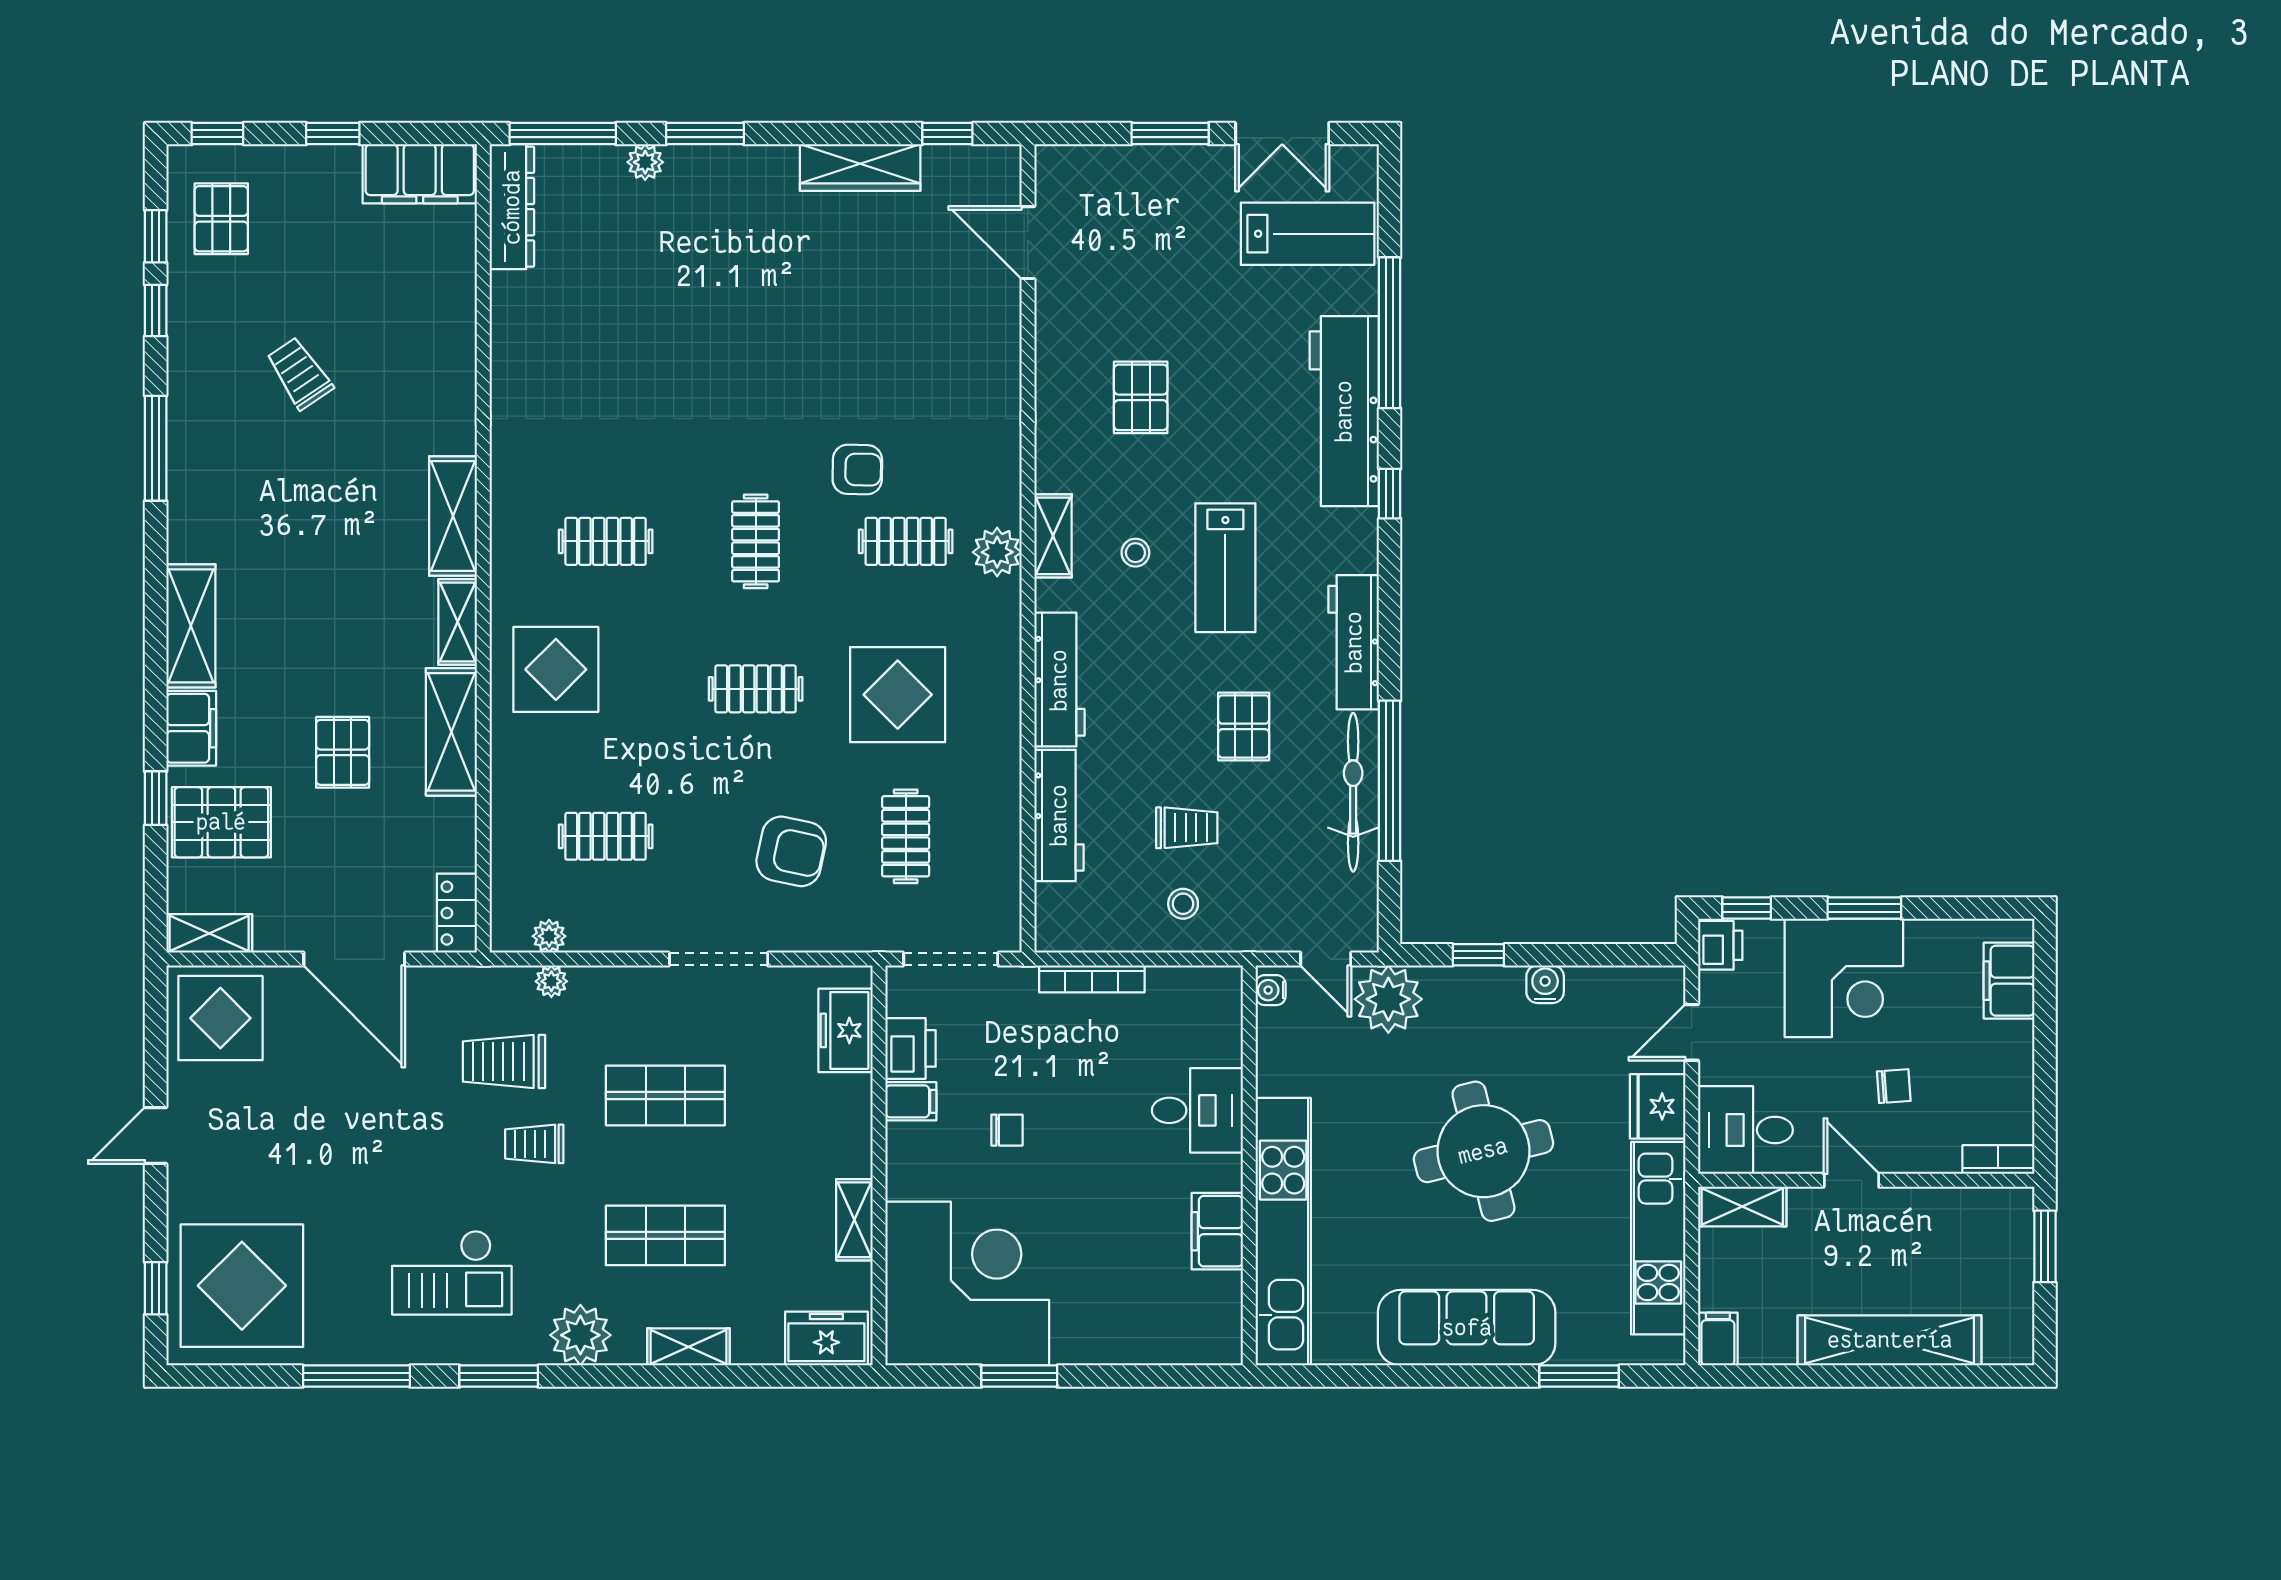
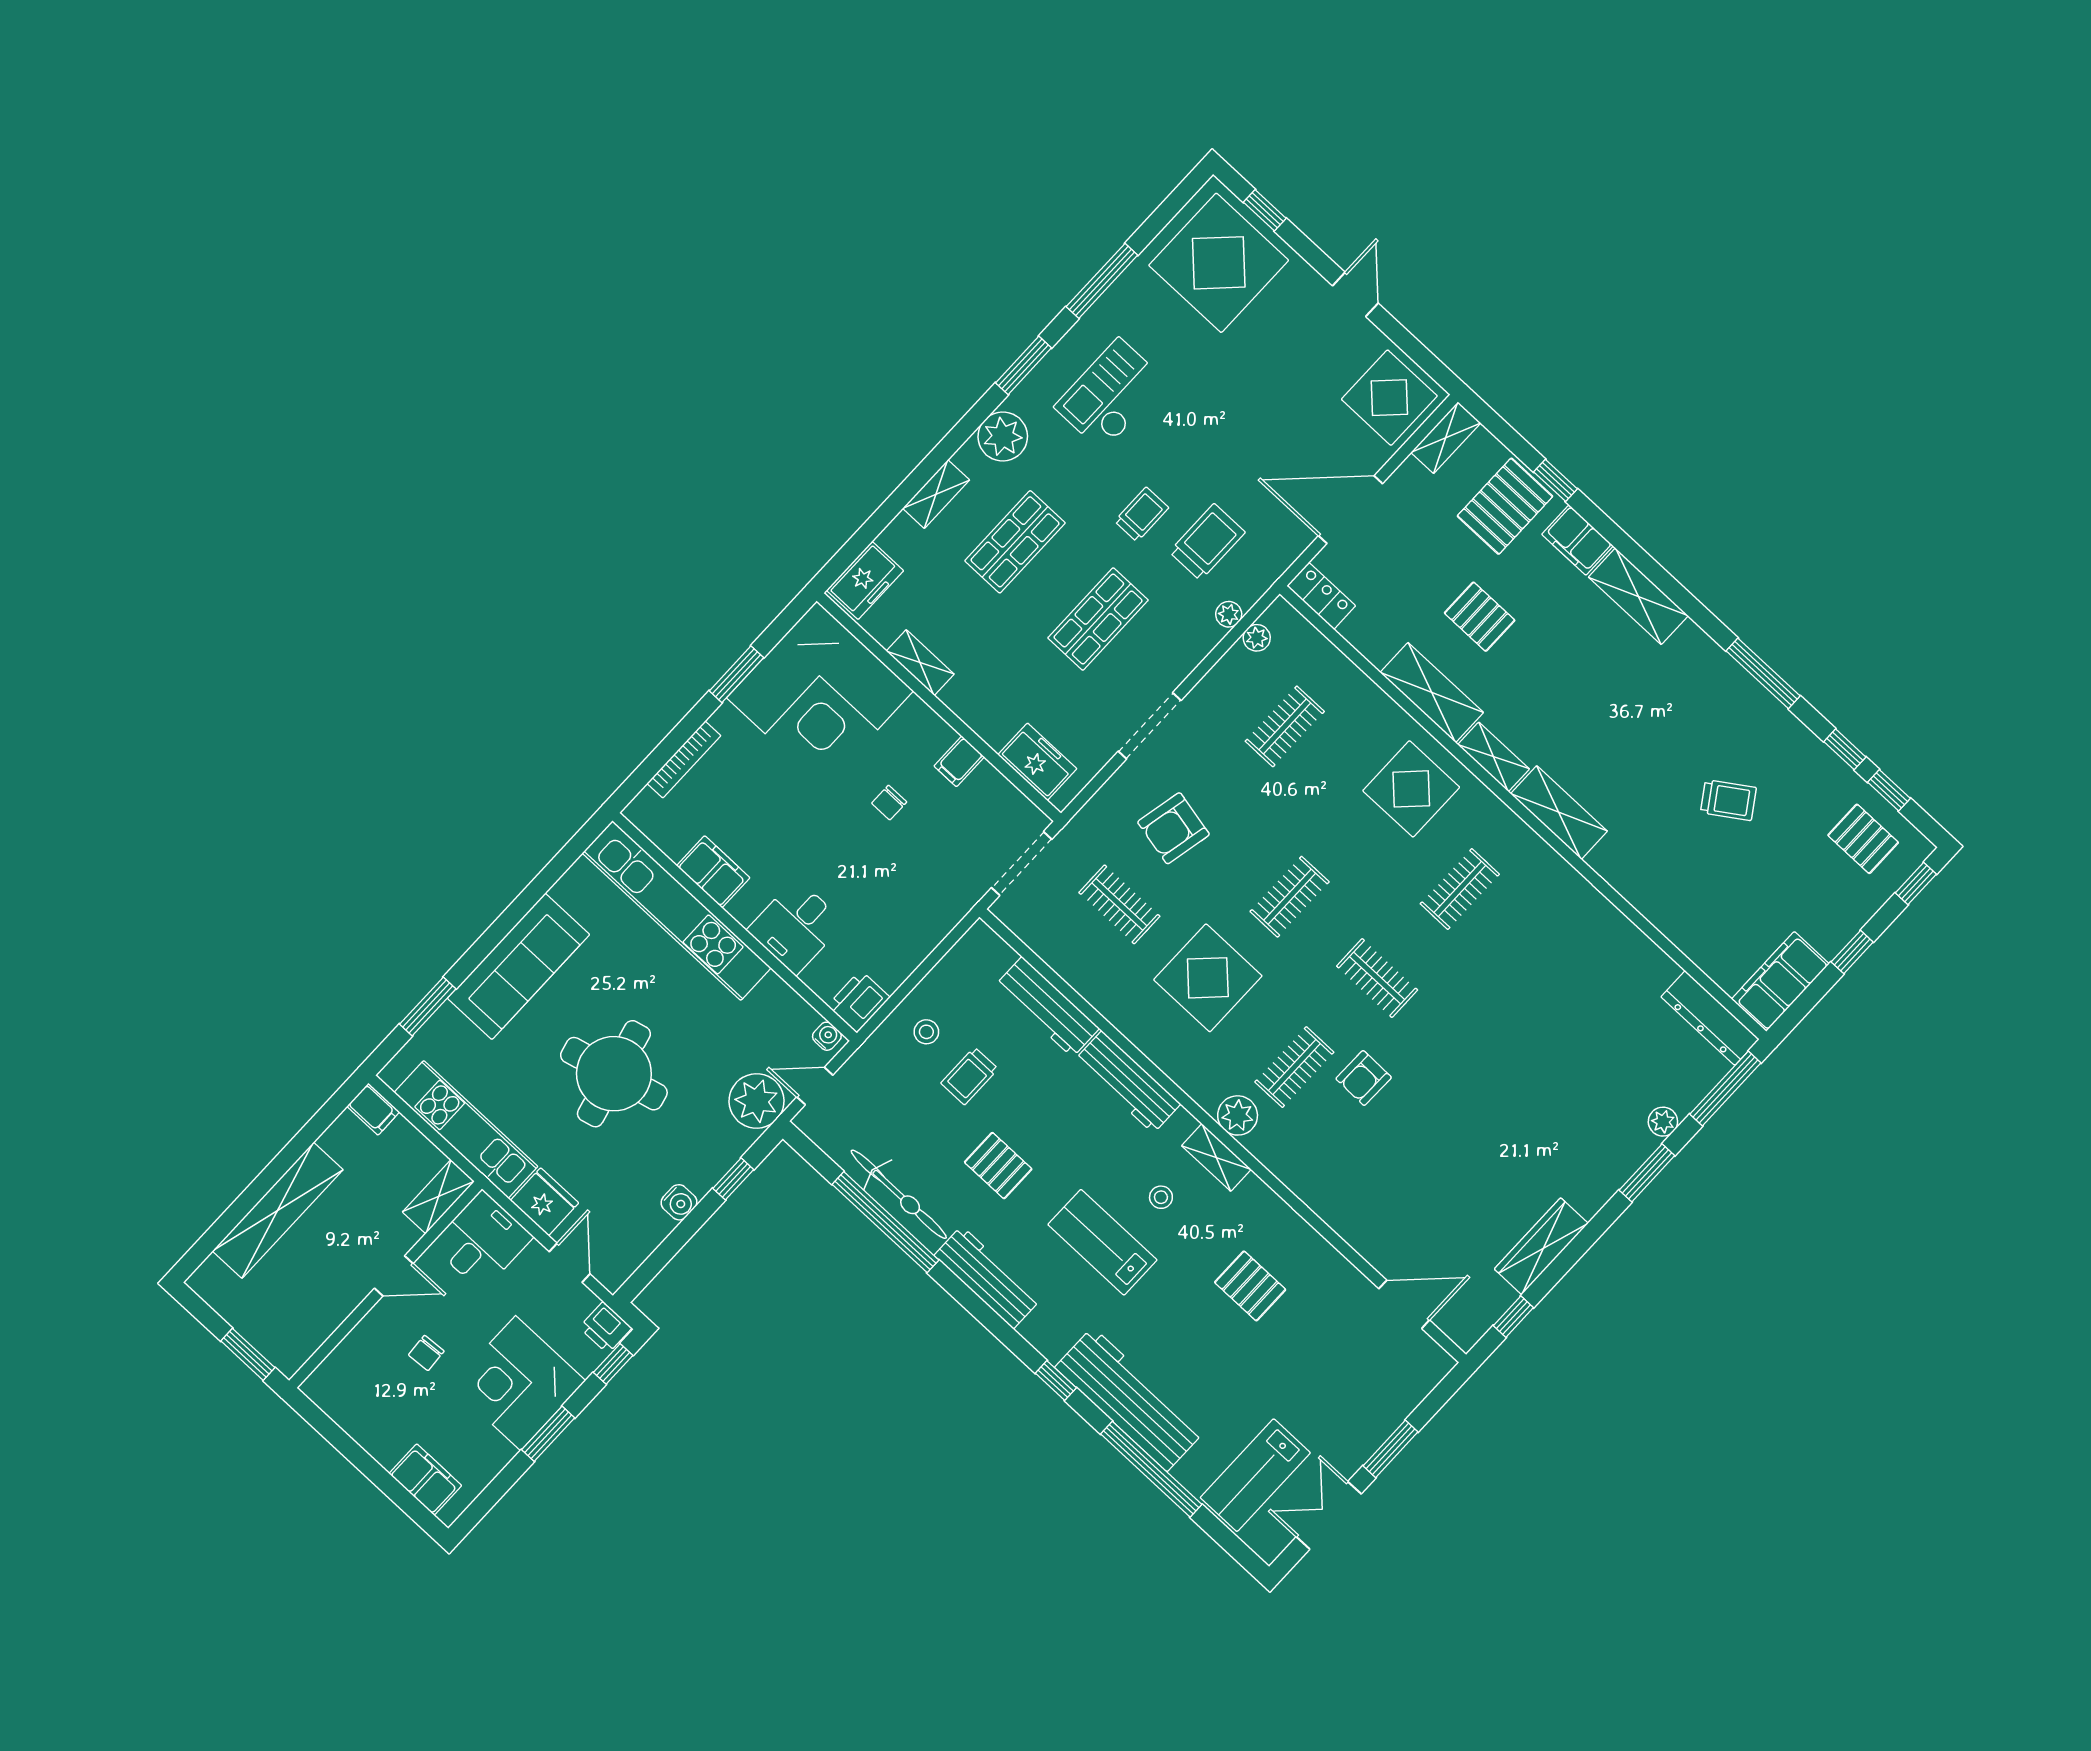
bookcase: (1092, 979) -> (684, 760), moved, turned 180
printer: (910, 1048) -> (859, 1001), moved, turned 90
bookcase: (1998, 1160) -> (325, 1375), removed

